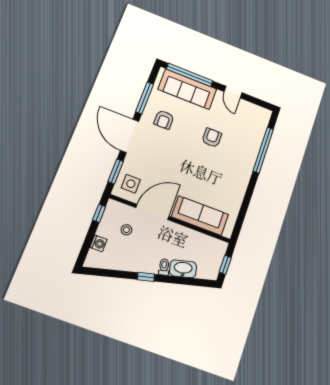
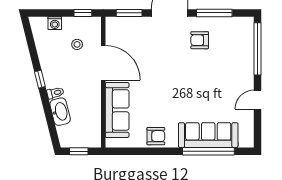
sofa: (187, 89) -> (208, 135), moved, turned 90
armchair: (212, 138) -> (156, 136), moved
side table: (131, 184) -> (123, 32), removed

